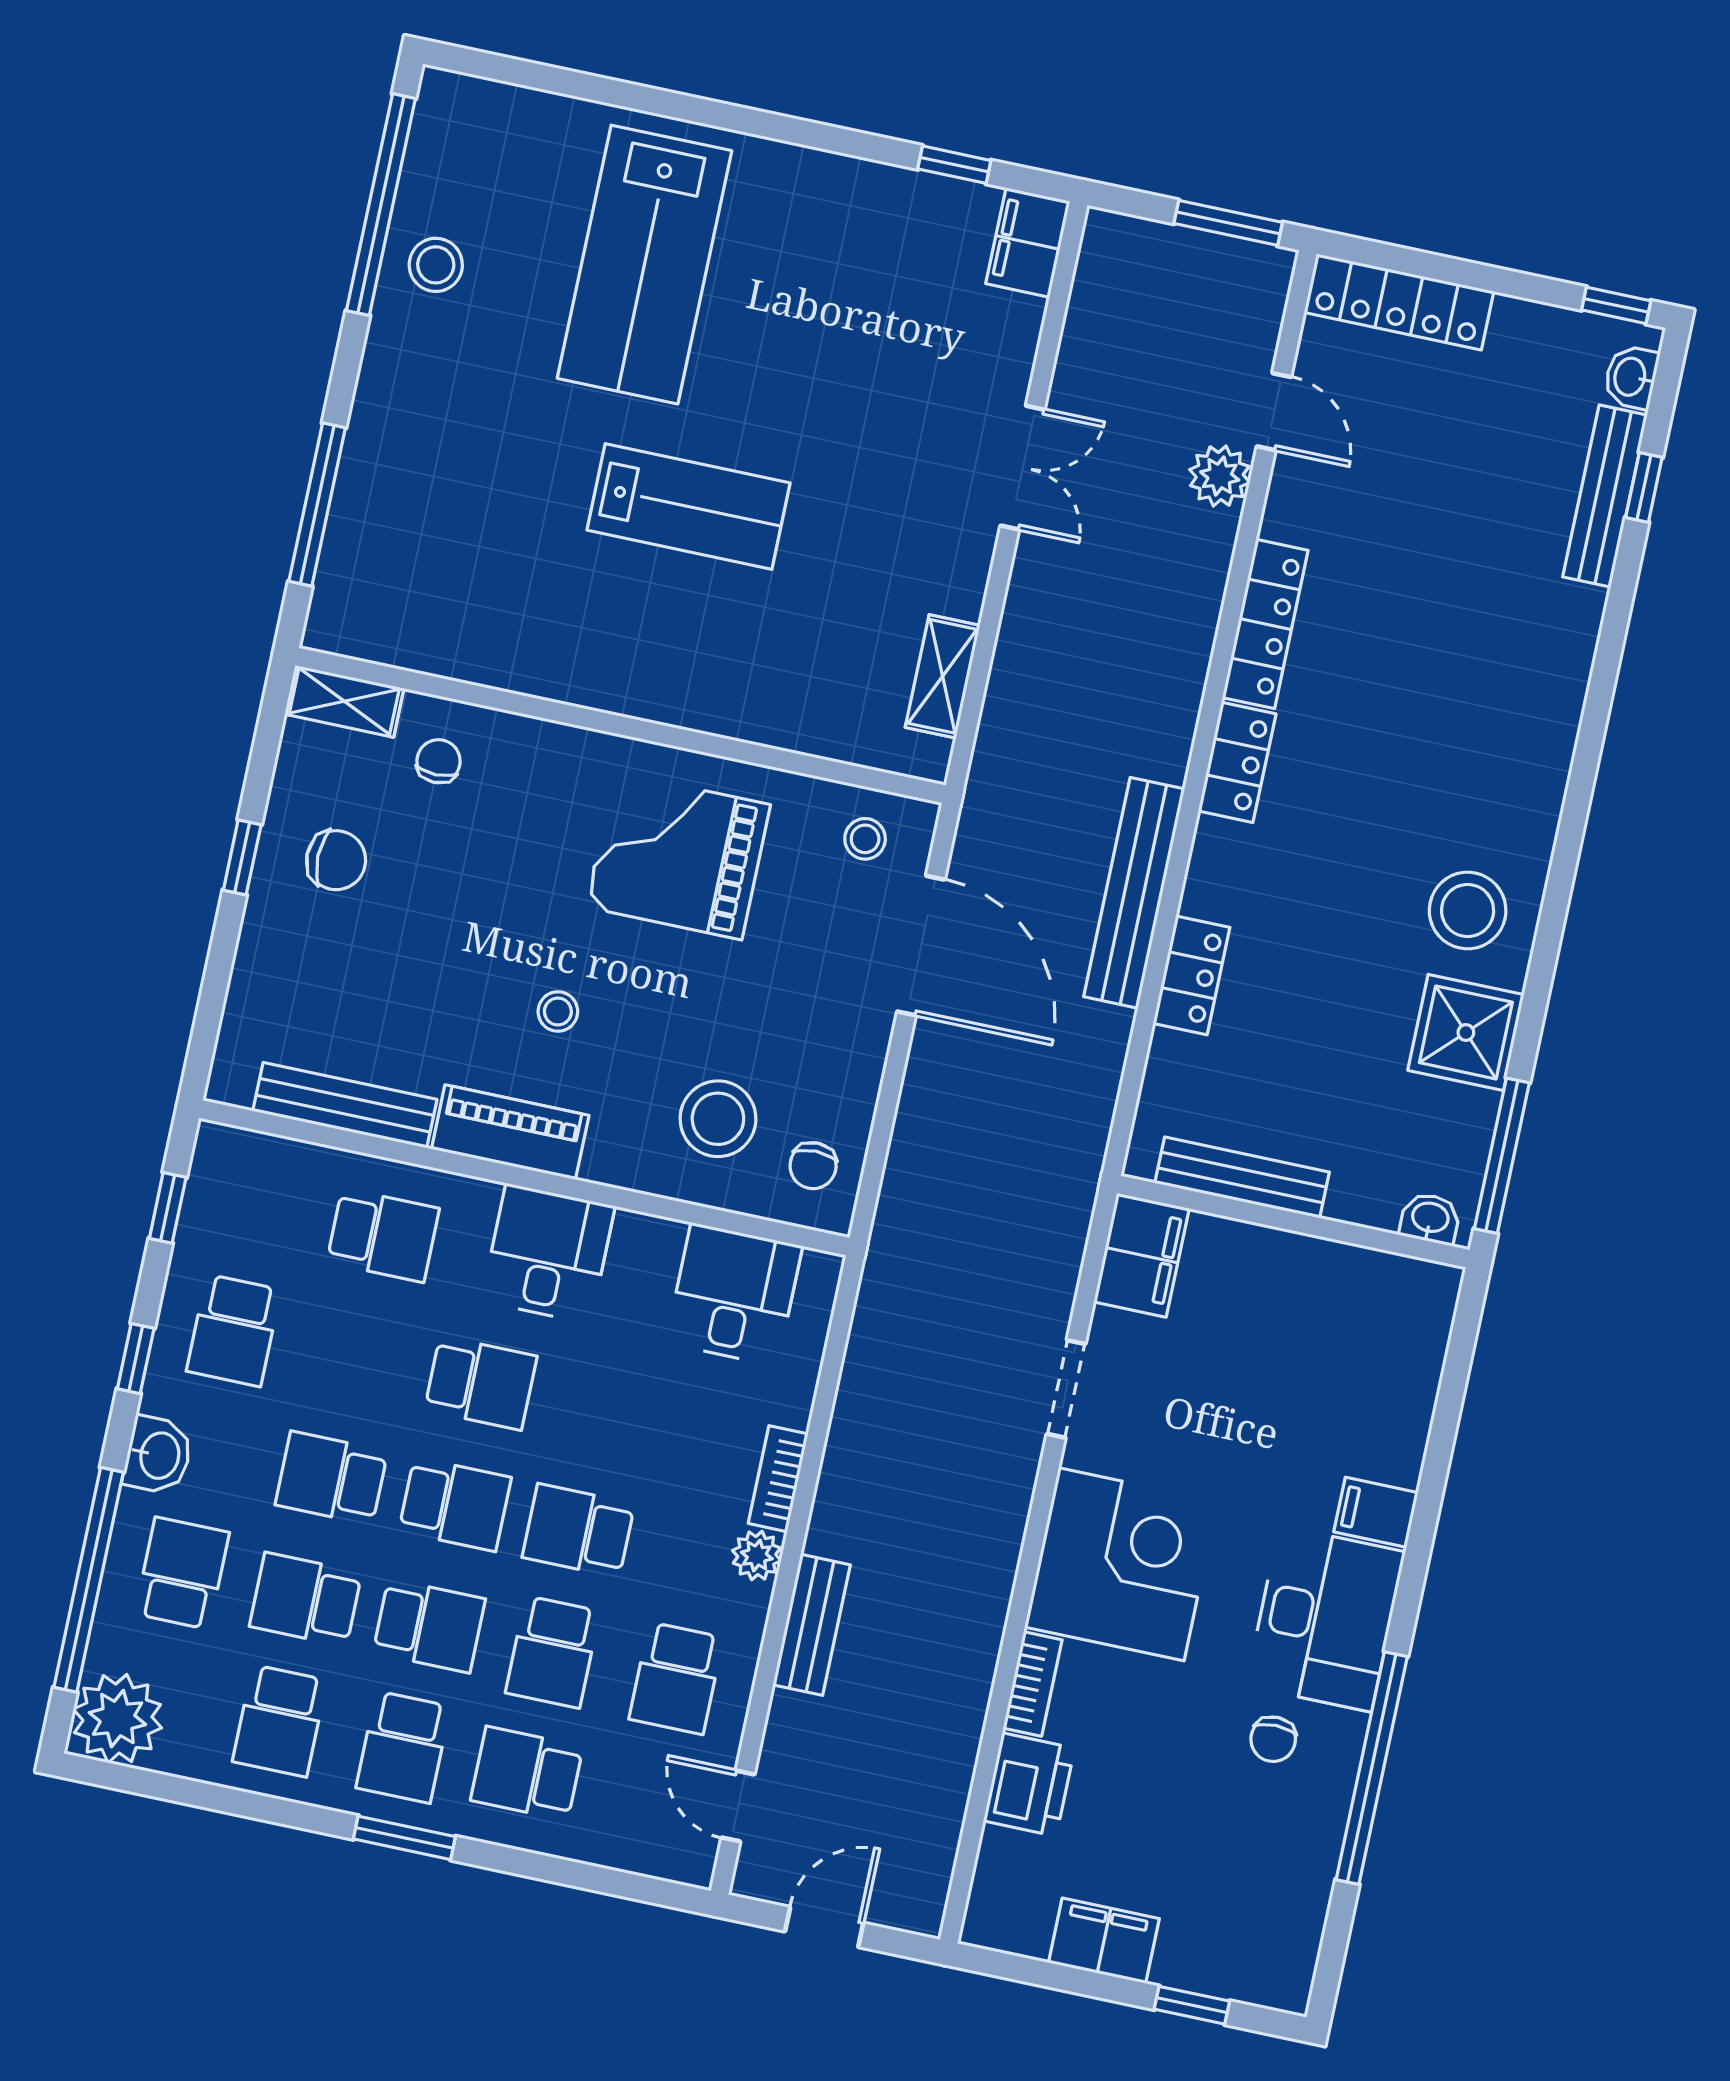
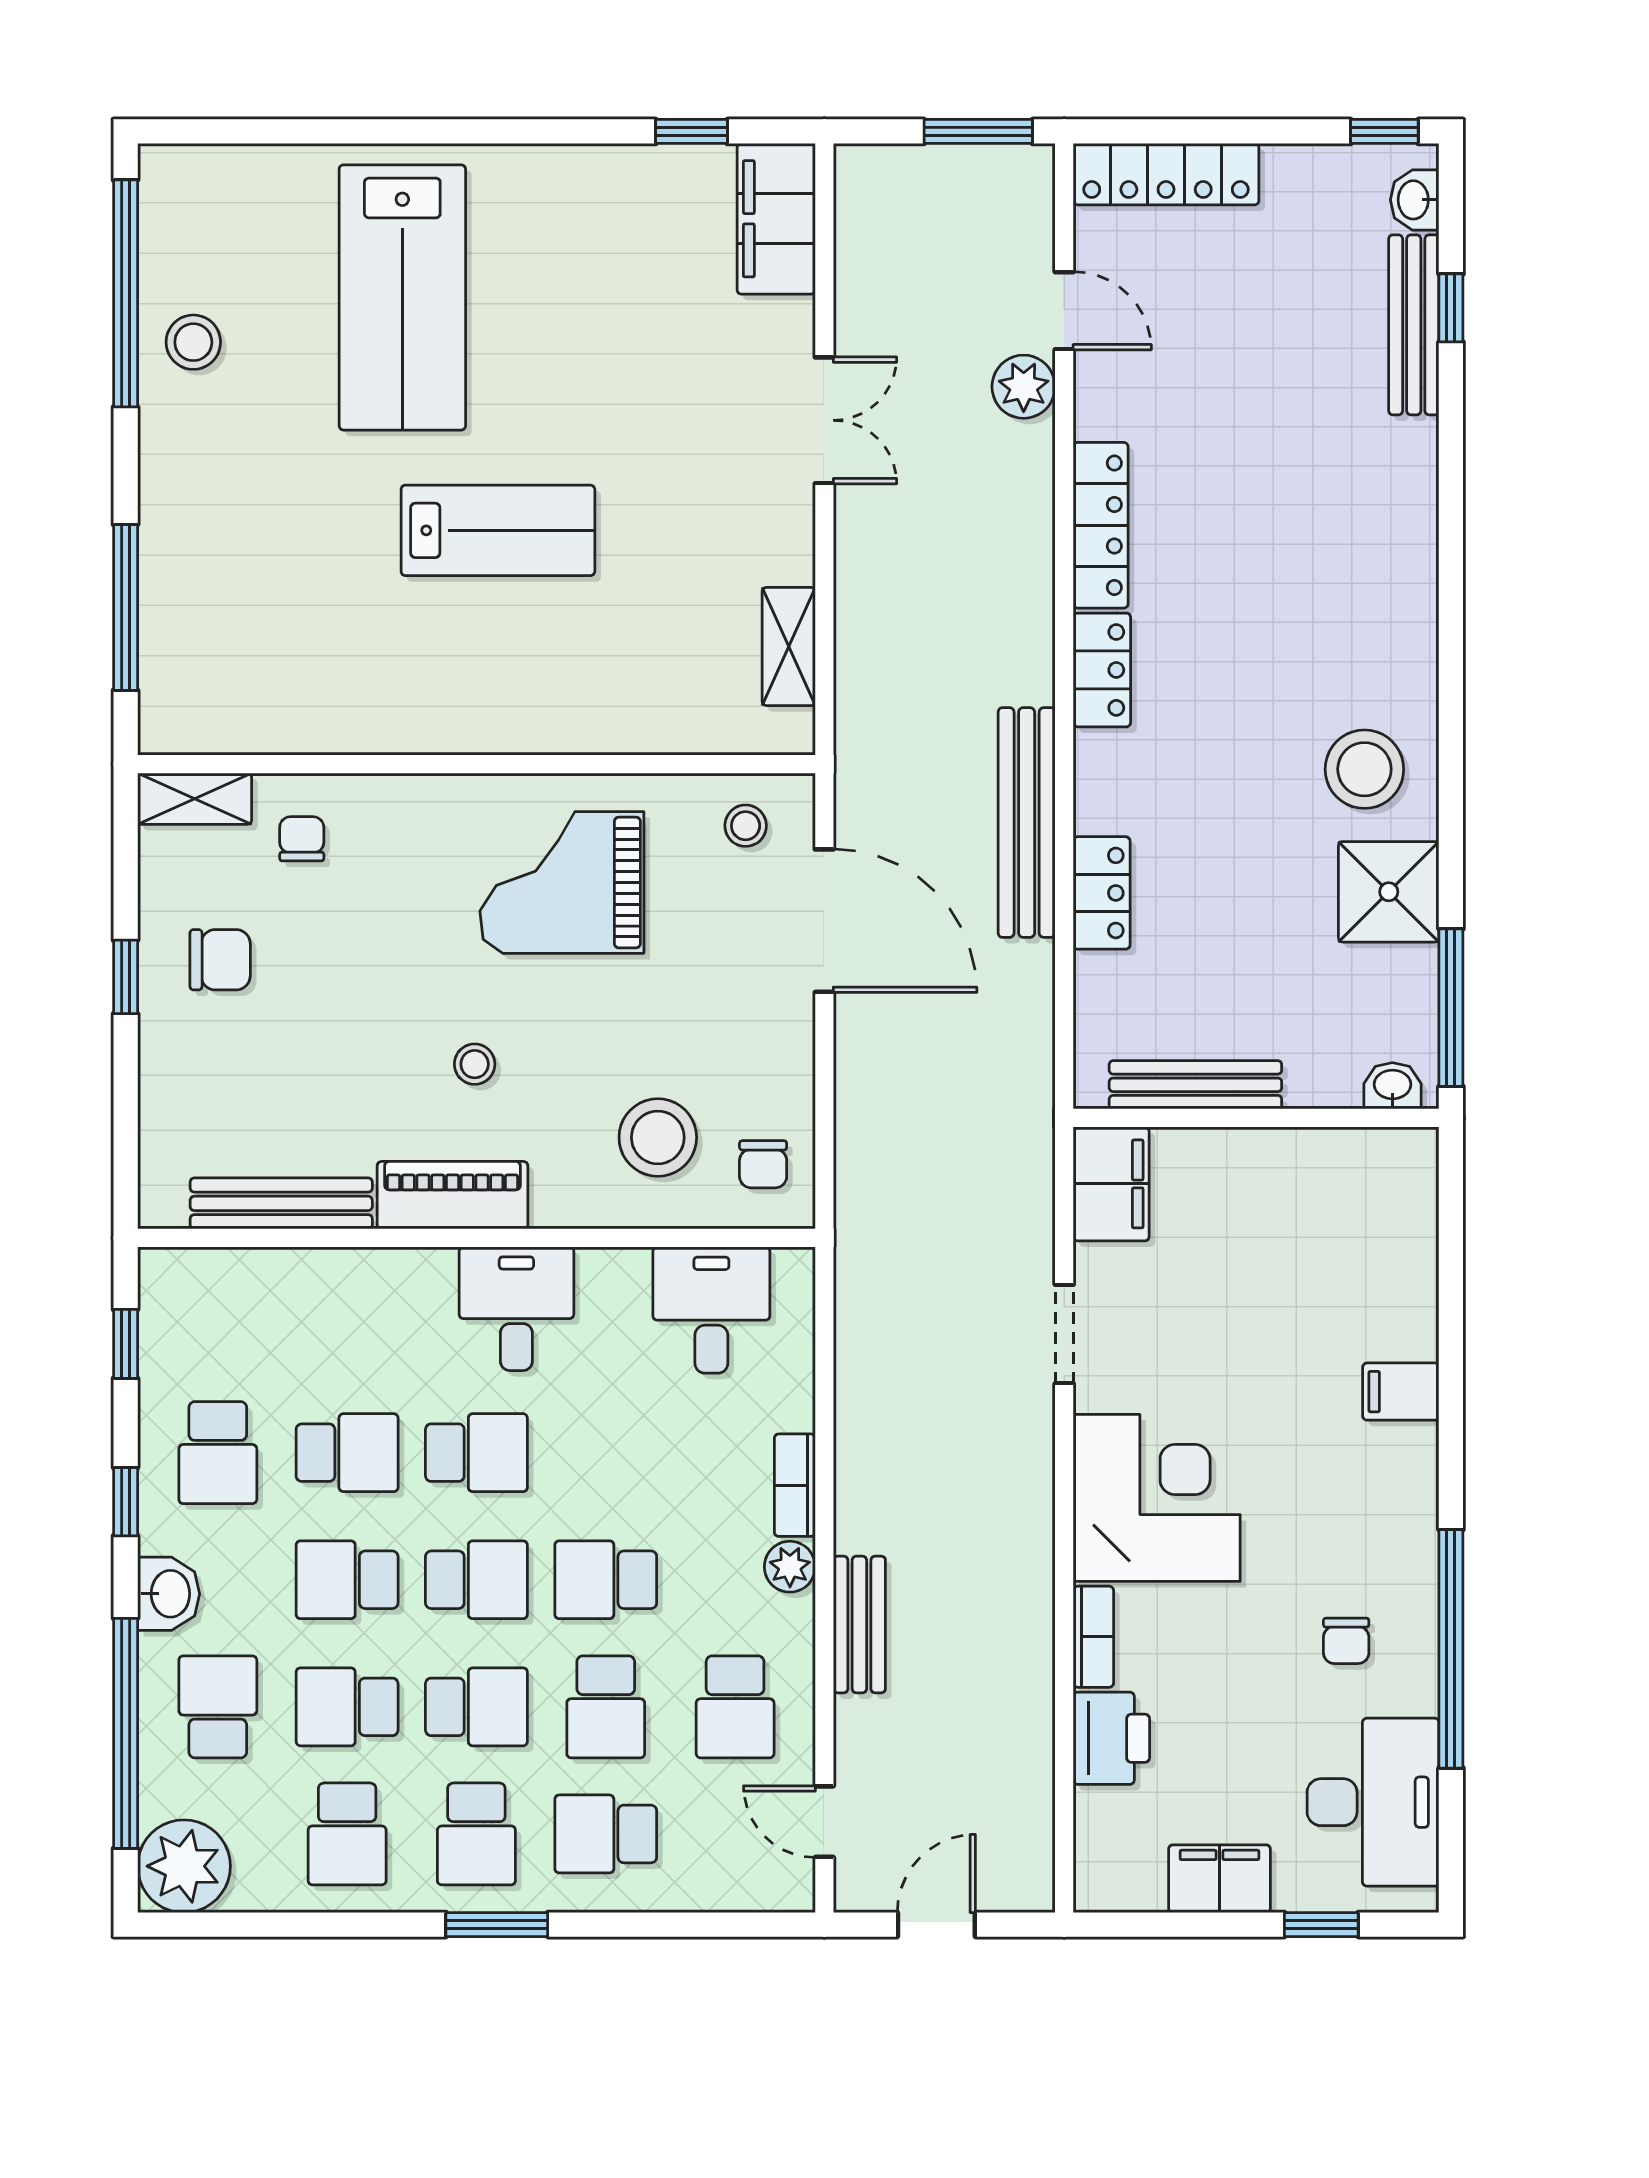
filing cabinet: (1028, 242) -> (776, 219), width x1.50, depth x1.17
school desk: (383, 1235) -> (347, 1453), moved
desk: (1326, 1619) -> (1373, 1802), moved

